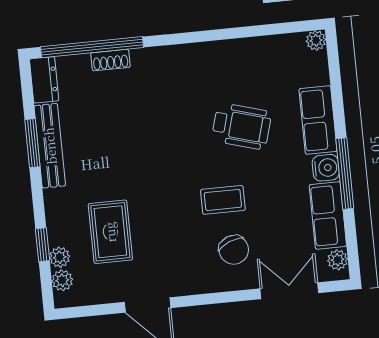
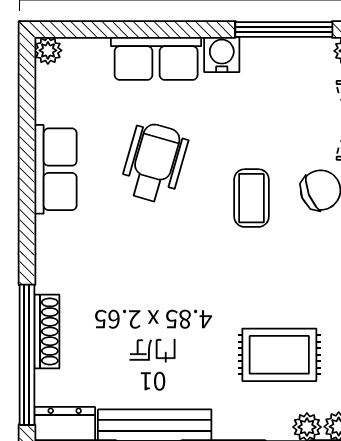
shoe rack: (110, 60) -> (47, 331), width x1.43
window: (345, 174) -> (284, 29), moved
row of seats: (328, 215) -> (55, 169), moved, turned -90

